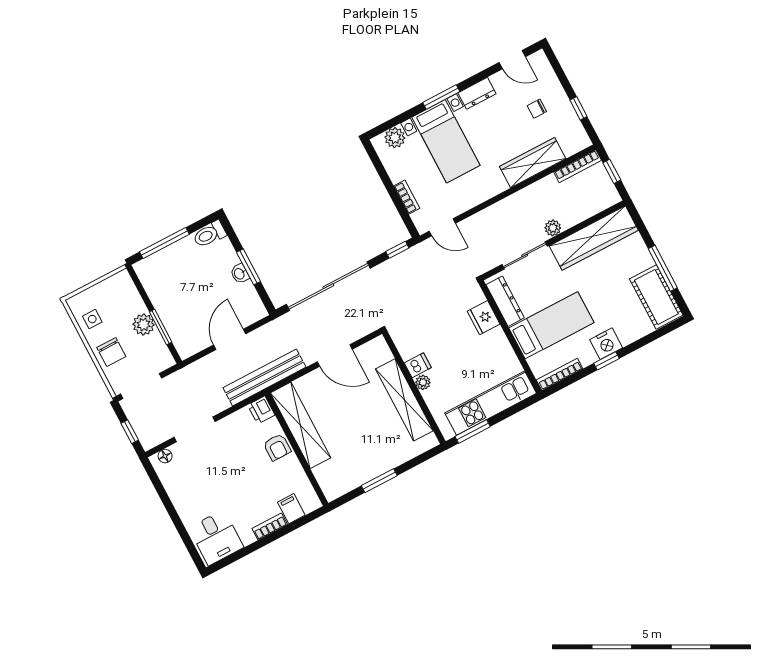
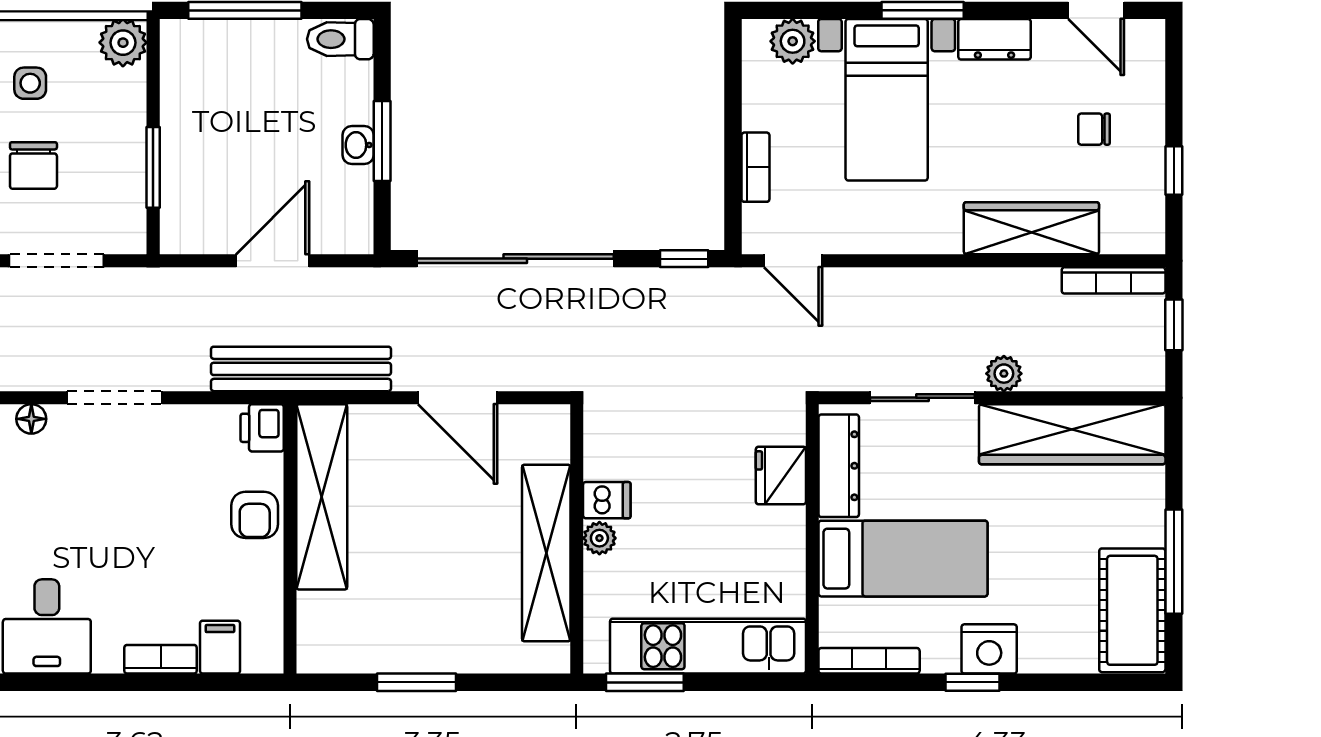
plant: (144, 324) -> (123, 43), moved

